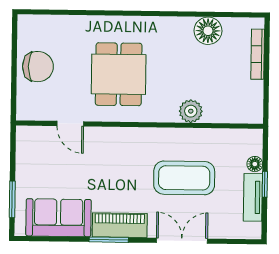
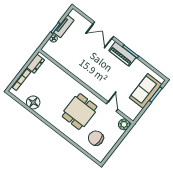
chair: (38, 67) -> (96, 138), moved
dresser: (253, 99) -> (36, 64), added
plant: (191, 111) -> (124, 124), moved
coffee table: (184, 178) -> (84, 53), removed
sofa: (59, 218) -> (146, 91), moved, turned 90

